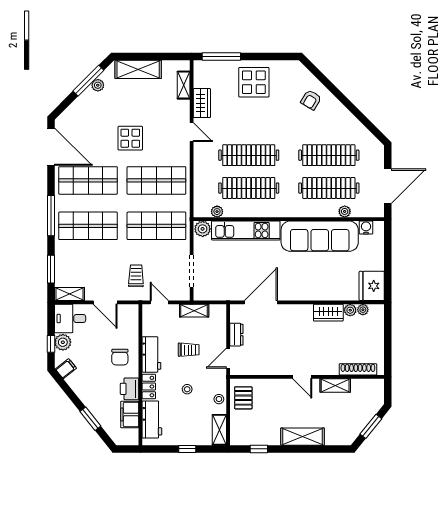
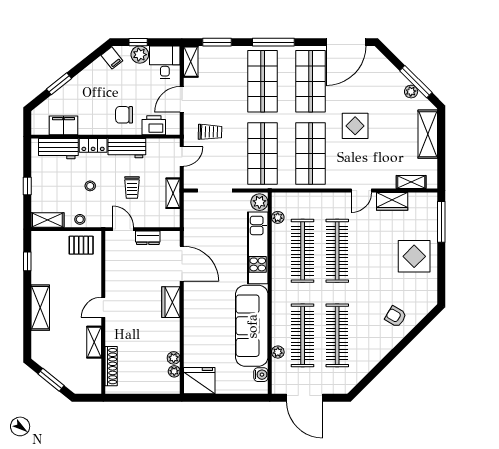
wardrobe: (328, 313) -> (171, 302), moved
printer: (130, 389) -> (154, 125), moved

